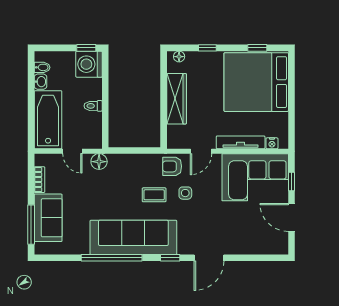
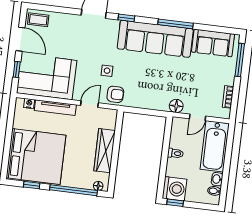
window: (207, 48) -> (74, 190), width x3.17
door: (72, 151) -> (197, 117), swing flipped
coffee table: (154, 195) -> (38, 20), moved
sofa: (48, 218) -> (213, 43), moved, turned -90
window: (112, 258) -> (175, 24), width x0.68

